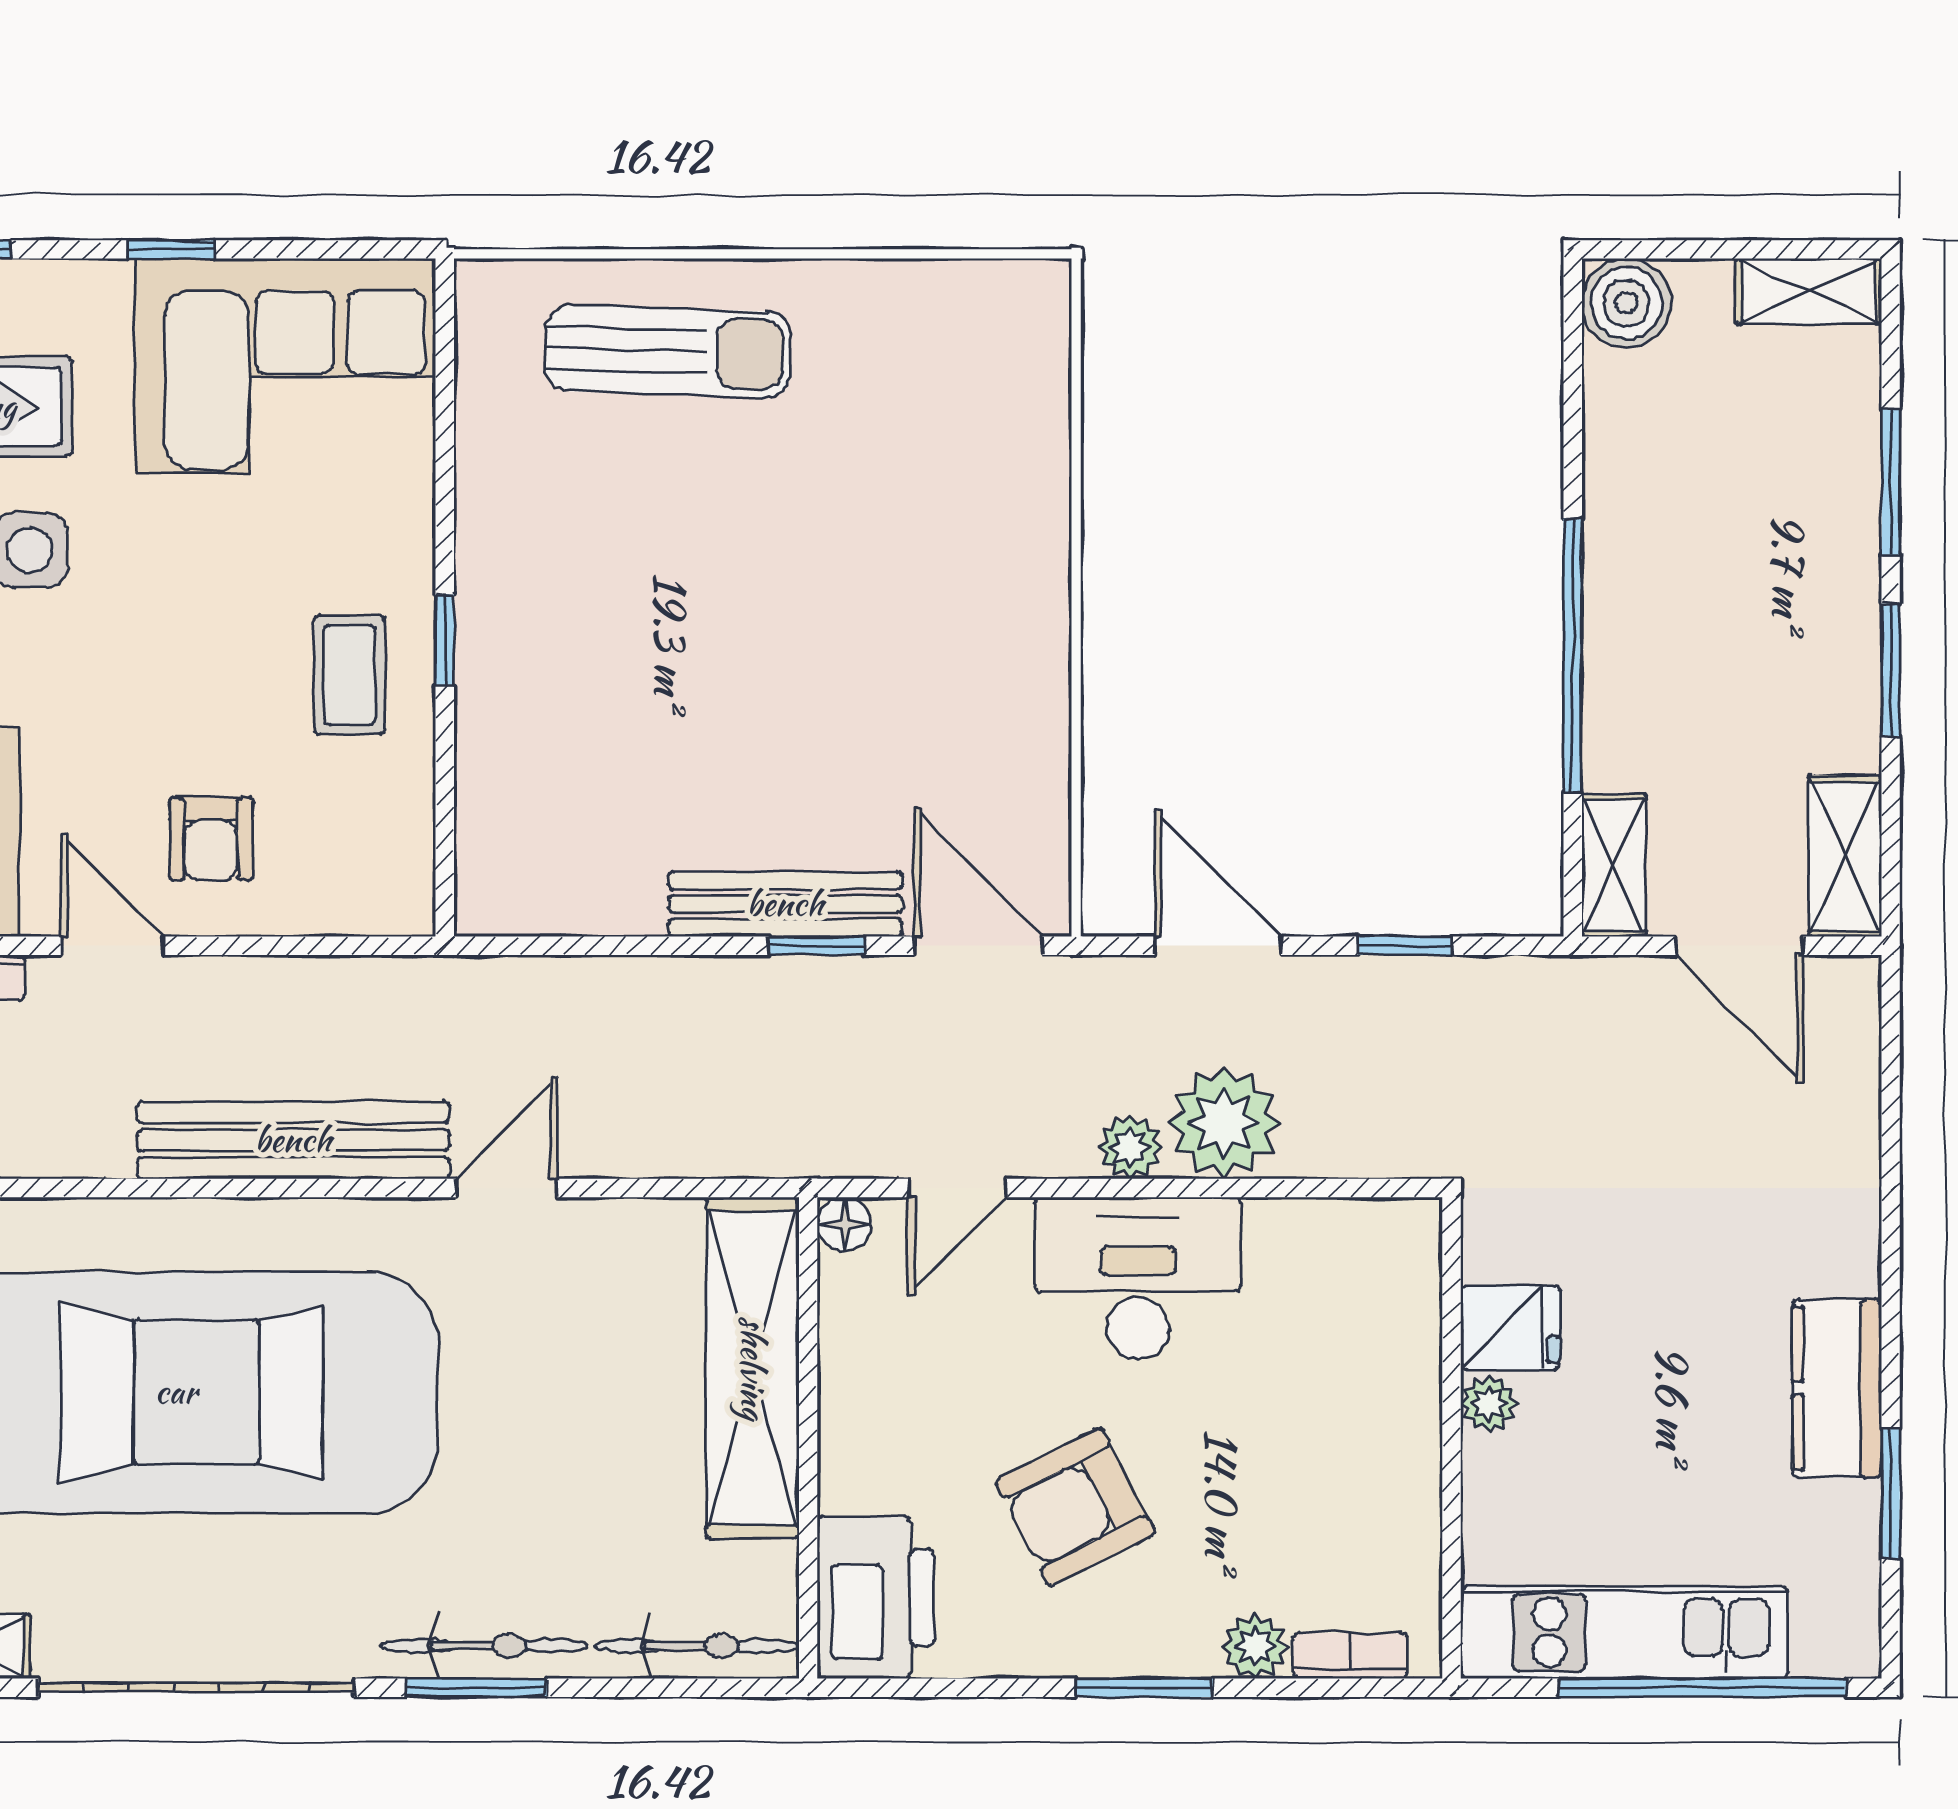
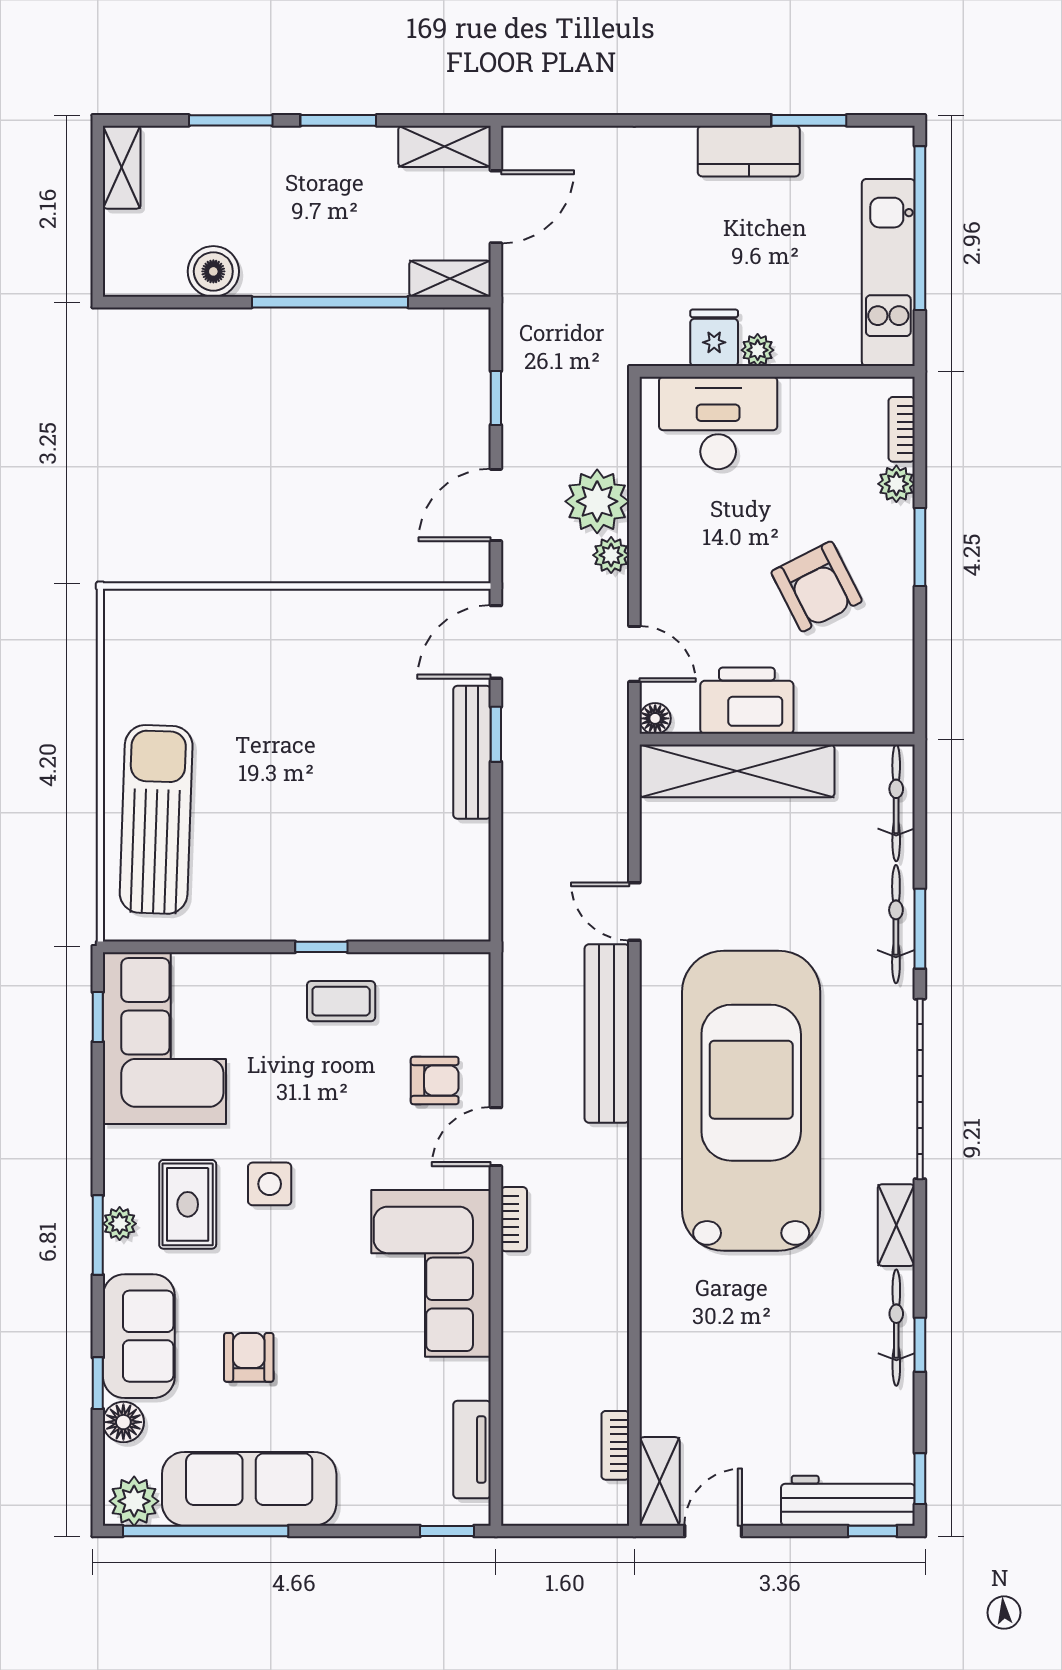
window: (171, 249) -> (98, 1017), moved
boiler: (1626, 303) -> (213, 271), moved
sun lounger: (668, 351) -> (156, 819), width x1.36, depth x1.34
desk: (1138, 1278) -> (718, 423), moved, turned 90
printer: (875, 1597) -> (747, 701), moved

